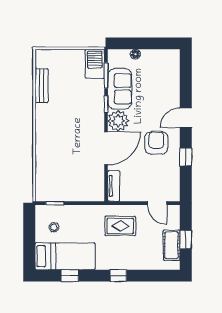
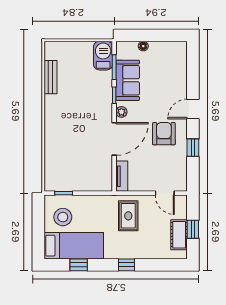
plant: (118, 121) -> (121, 112), width x0.53, depth x0.53
rug: (120, 226) -> (128, 216), turned 90
stool: (54, 227) -> (63, 217), width x1.89, depth x1.89

